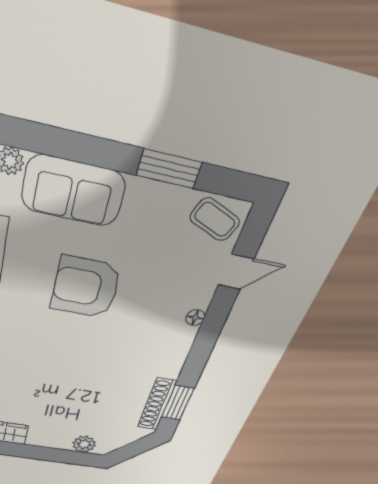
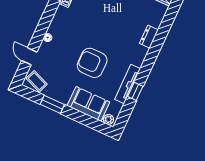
door: (236, 272) -> (29, 56), hinge flipped
armchair: (86, 288) -> (92, 63), turned 180

